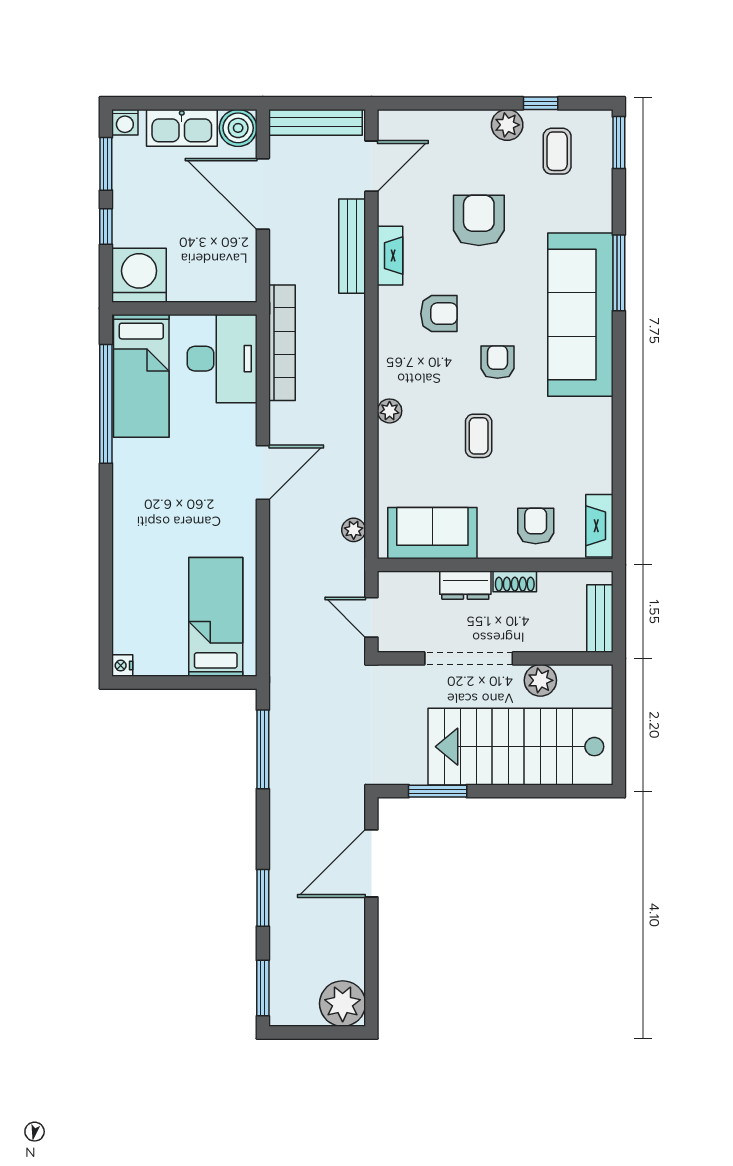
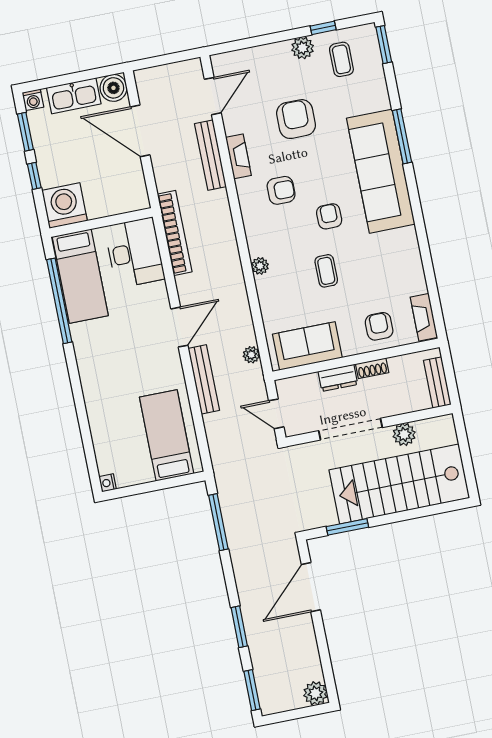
bench: (316, 122) -> (204, 379), moved, turned 90
plant: (343, 1004) -> (315, 693), width x0.73, depth x0.73

